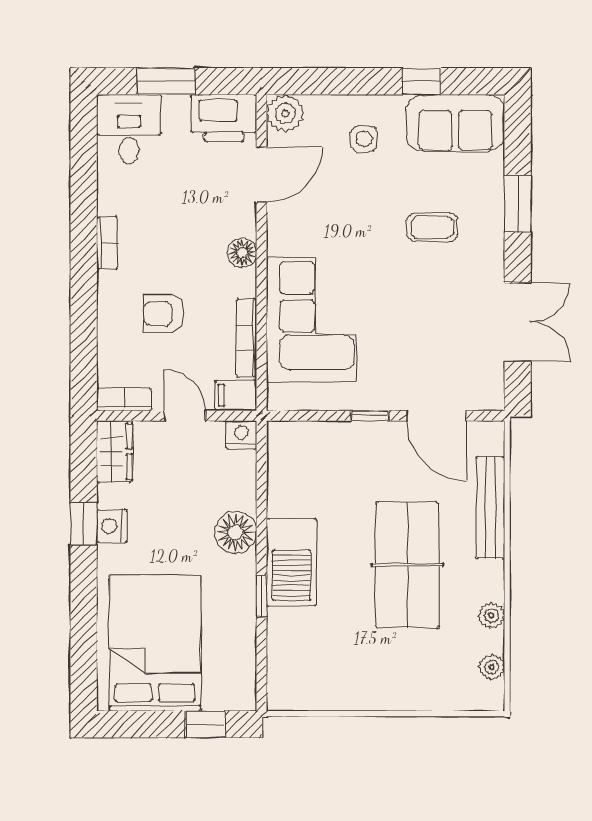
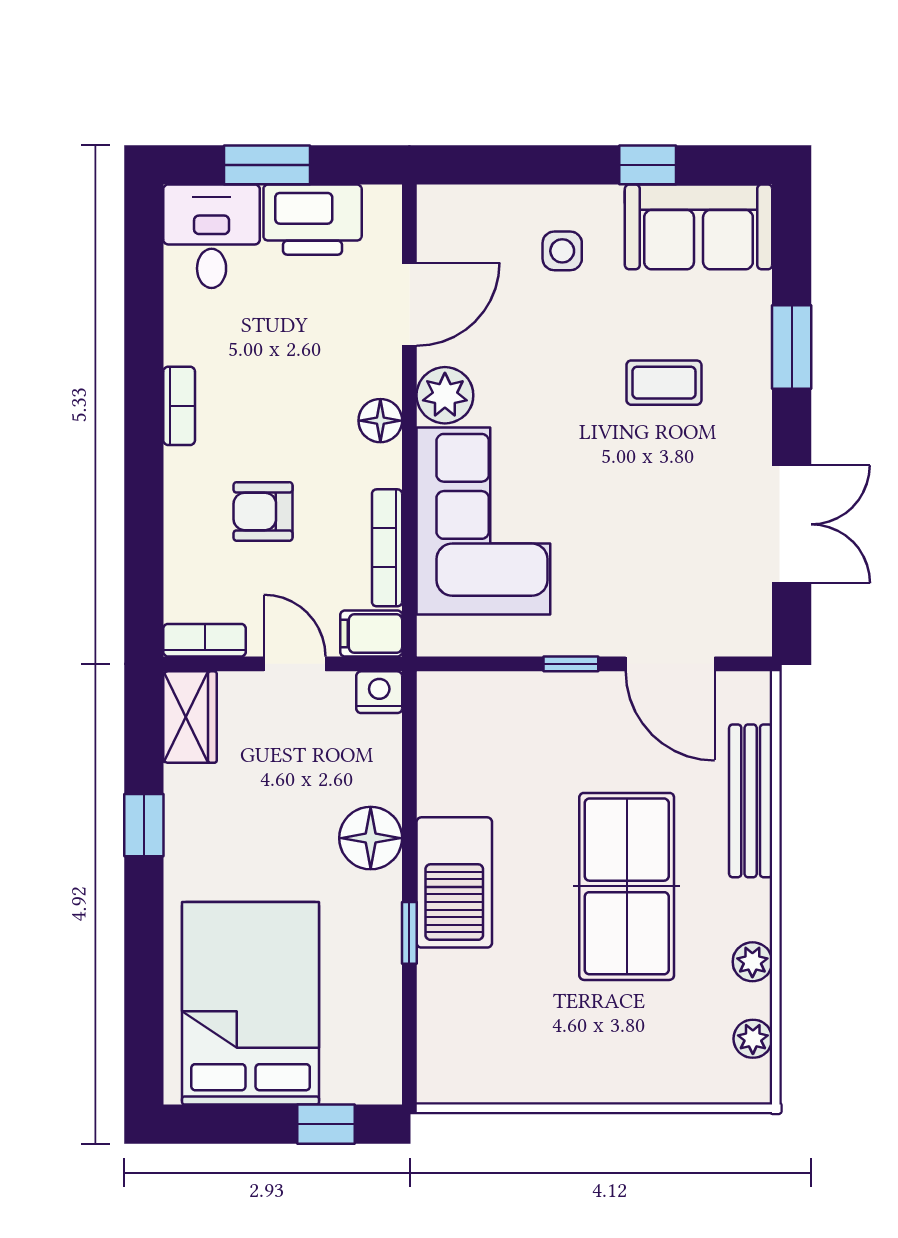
plant: (285, 113) -> (445, 395), moved
printer: (224, 118) -> (313, 220), moved
nightstand: (112, 526) -> (186, 828), removed

